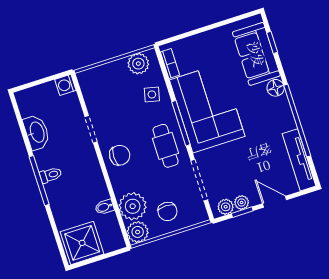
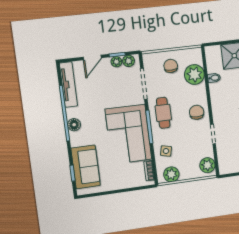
washing machine: (65, 85) -> (224, 168), removed
floor lamp: (276, 88) -> (74, 125), moved
chair: (120, 155) -> (197, 112), turned 90
door: (275, 202) -> (92, 57), hinge flipped
plant: (138, 232) -> (207, 165), moved

